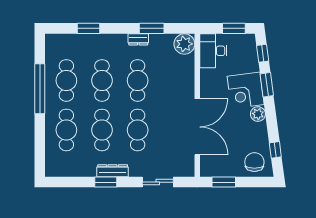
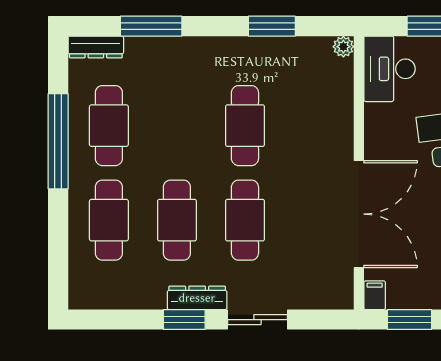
window: (88, 28) -> (151, 26), width x1.44
dresser: (138, 39) -> (96, 47), moved, width x1.44
plant: (184, 44) -> (343, 47), width x0.53, depth x0.53
cafe table: (102, 80) -> (177, 126), removed
filing cabinet: (205, 169) -> (375, 295), added
sliding door: (158, 182) -> (258, 320), moved

